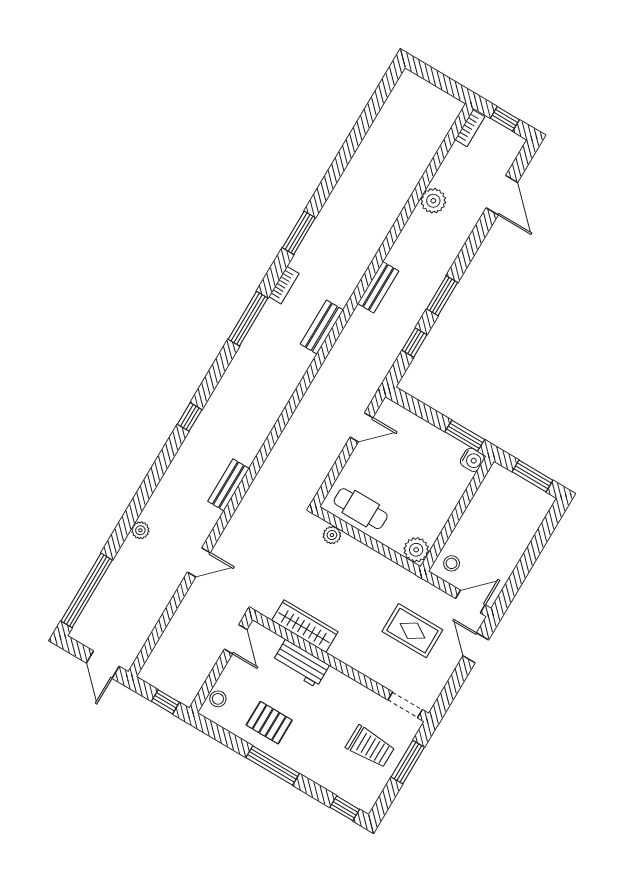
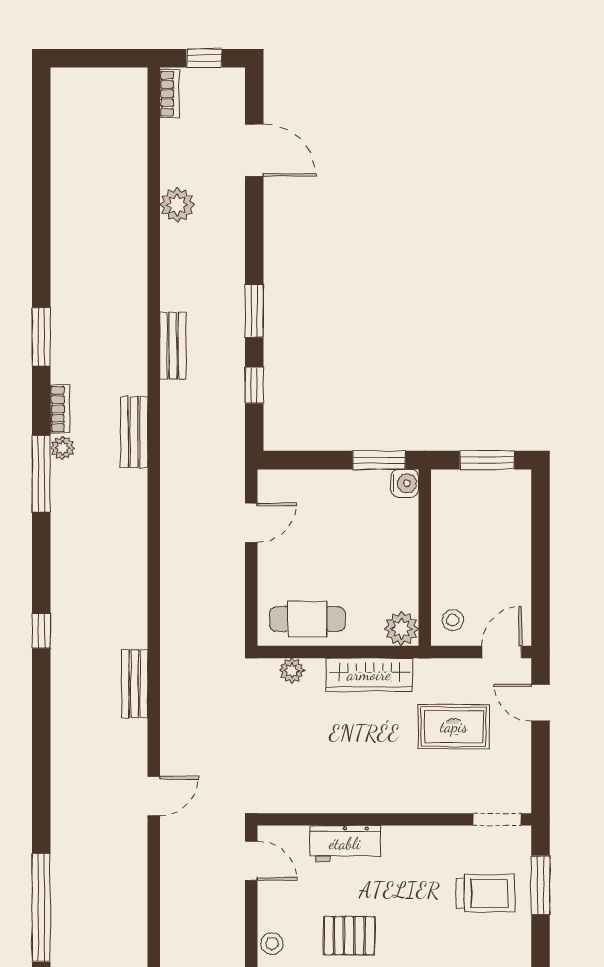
plant: (140, 530) -> (62, 448), moved
wardrobe: (305, 626) -> (369, 675), moved, turned 180

